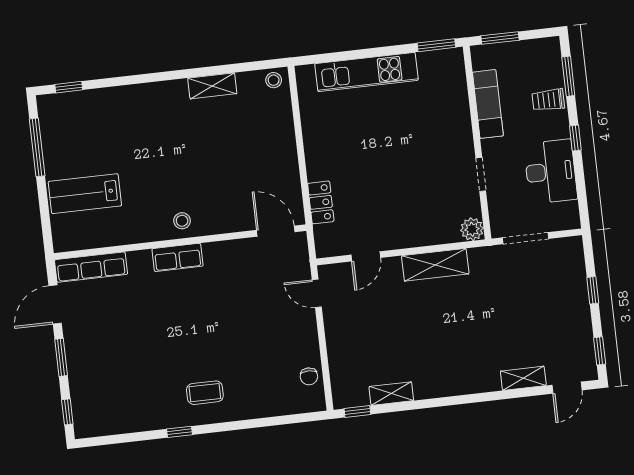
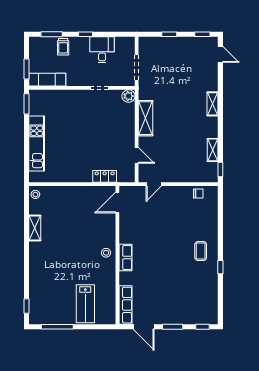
exam couch: (488, 104) -> (47, 80), moved
desk: (551, 171) -> (102, 50), width x0.73
shelving: (523, 378) -> (213, 104), moved

